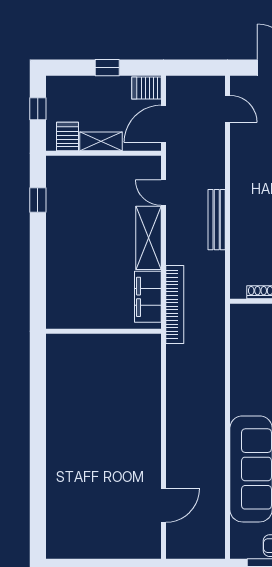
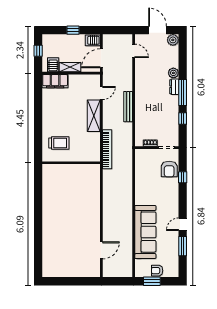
door: (164, 193) -> (101, 93), swing flipped
window: (38, 200) -> (38, 97), removed
trolley: (79, 292) -> (59, 143), added
filing cabinet: (148, 297) -> (55, 81), moved, turned -90

